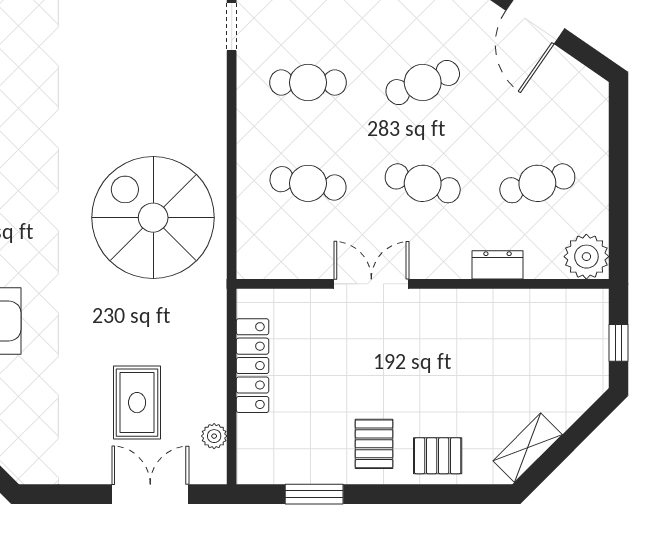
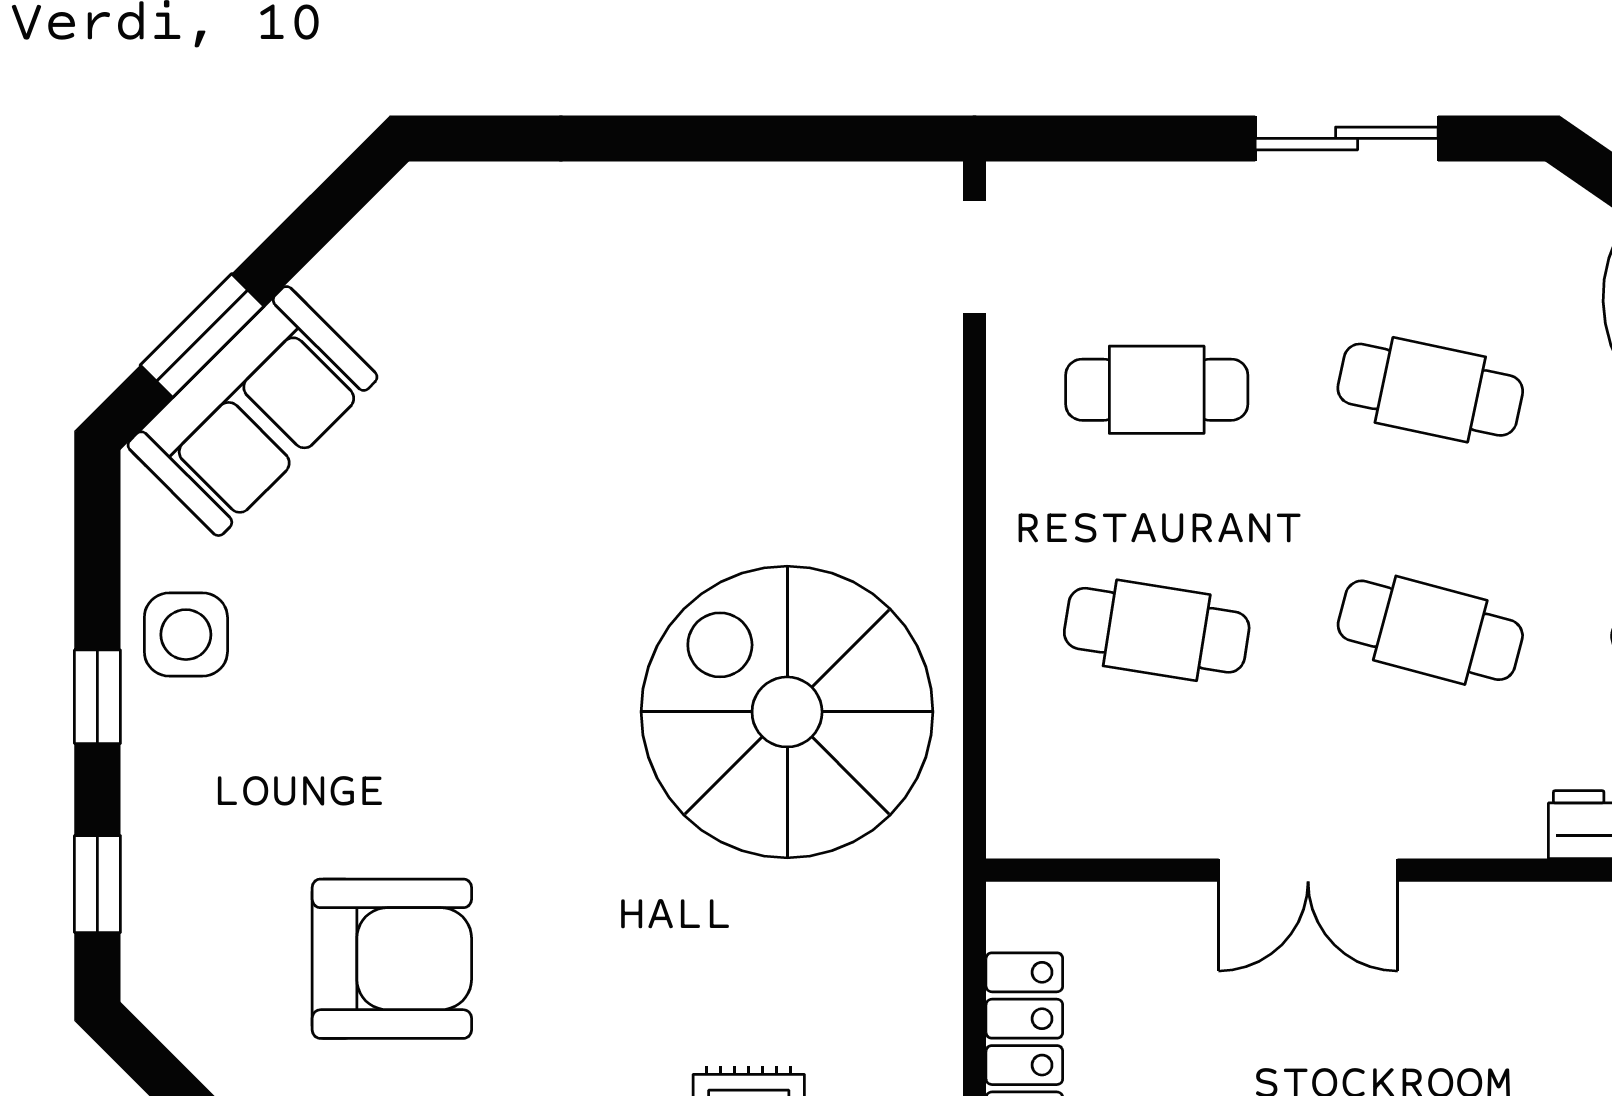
cafe table: (423, 83) -> (1430, 390), turned 33
double door: (371, 284) -> (1308, 870), swing flipped

